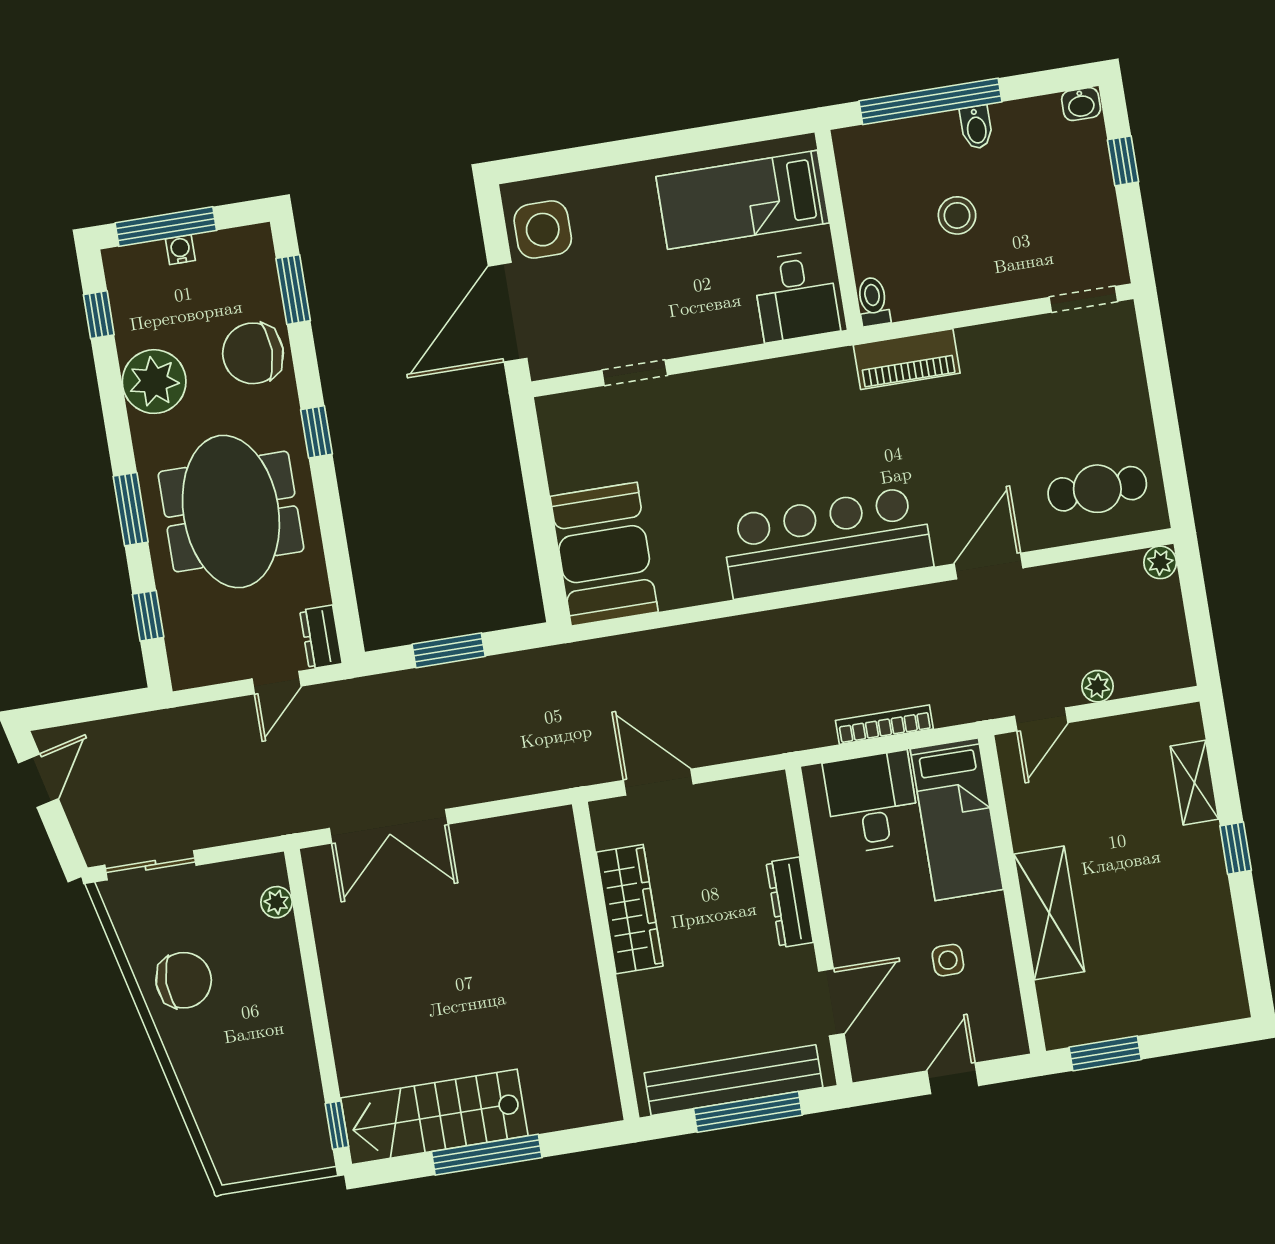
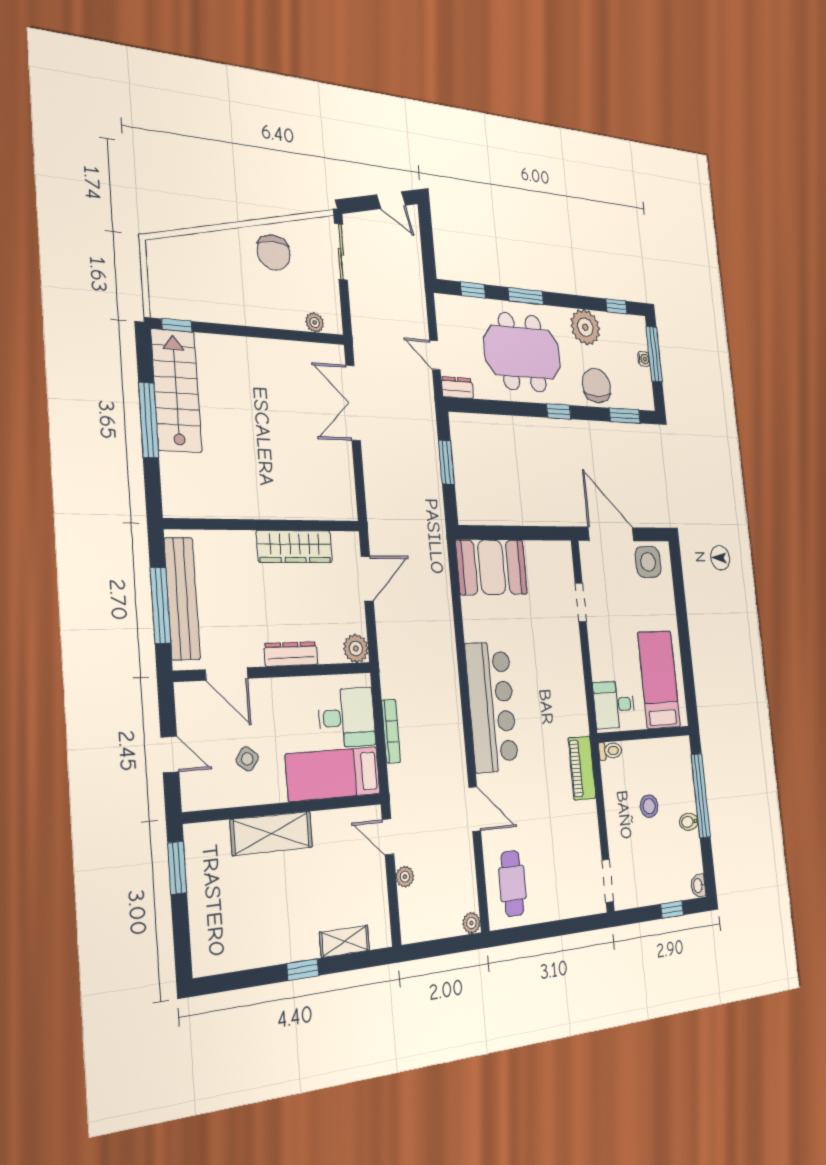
plant: (767, 794) -> (356, 648), added
side table: (948, 960) -> (247, 759), turned 37

